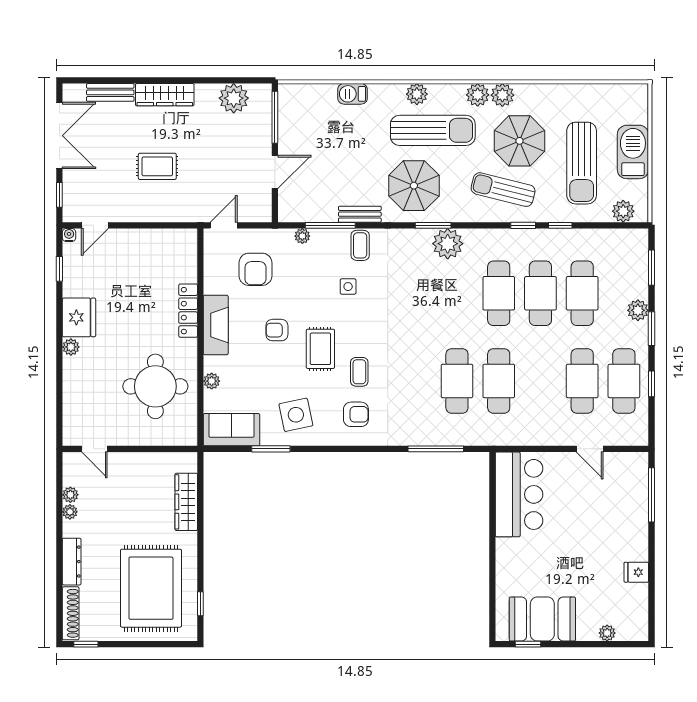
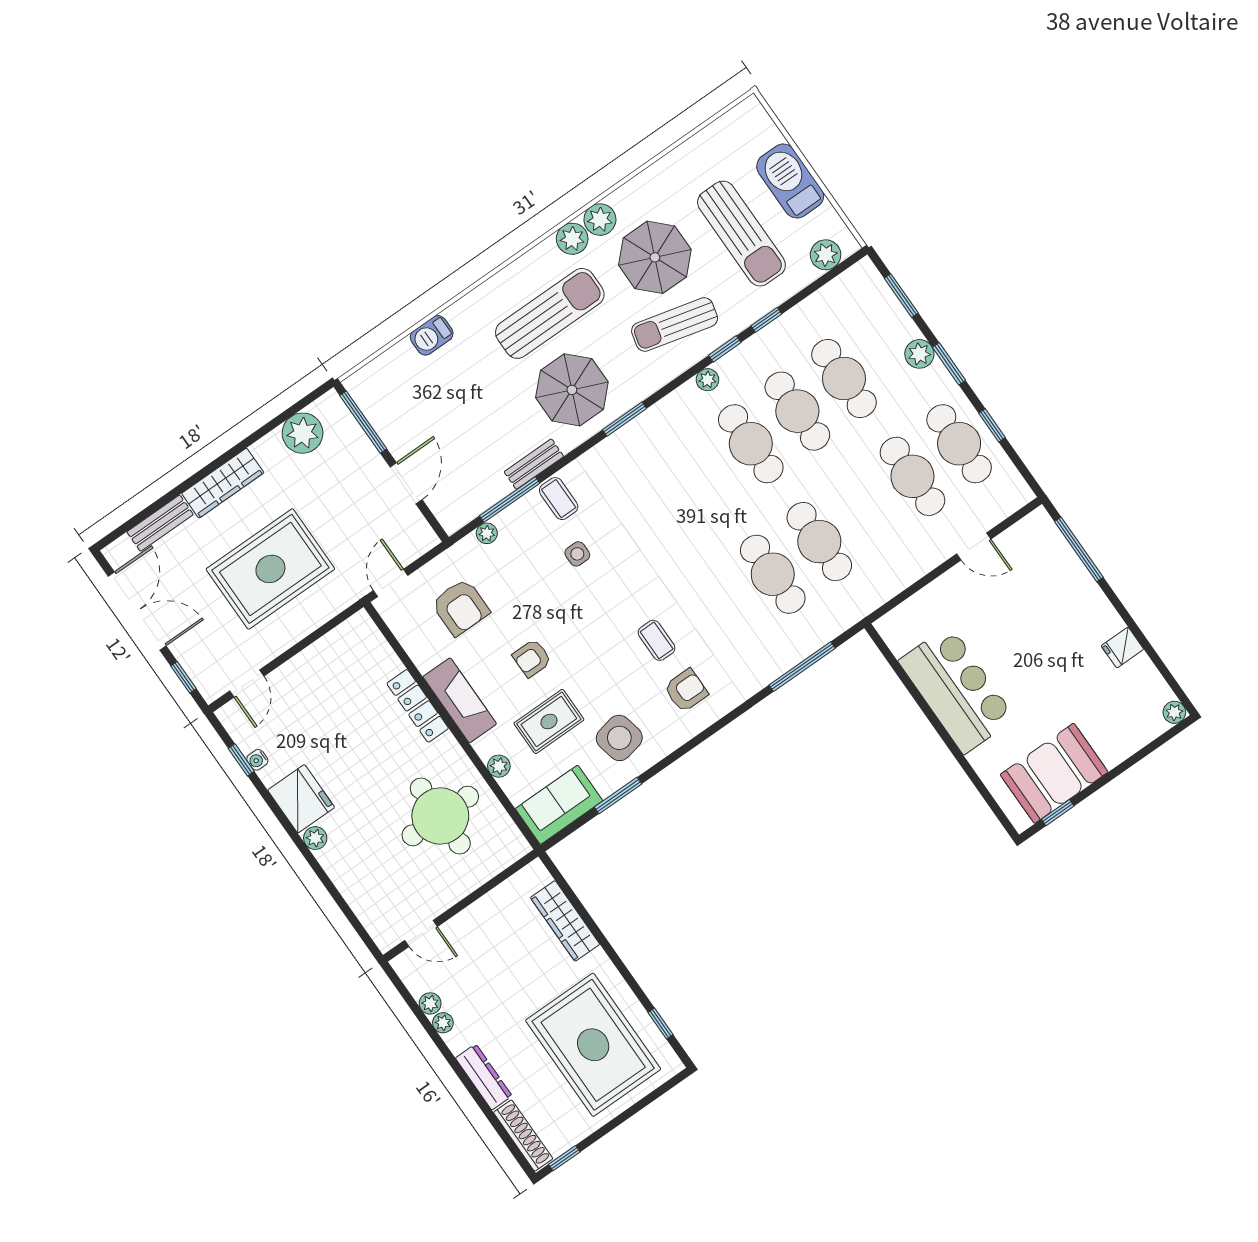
plant: (417, 94) -> (504, 285), removed
rug: (157, 166) -> (270, 569), width x1.86, depth x2.06
water cooler: (69, 235) -> (257, 760), moved, turned -90
plant: (448, 244) -> (707, 380), moved, width x0.53, depth x0.53
rug: (320, 349) -> (549, 721), moved, turned 90
bar counter: (519, 494) -> (957, 690), moved
plant: (607, 633) -> (1174, 712), moved

